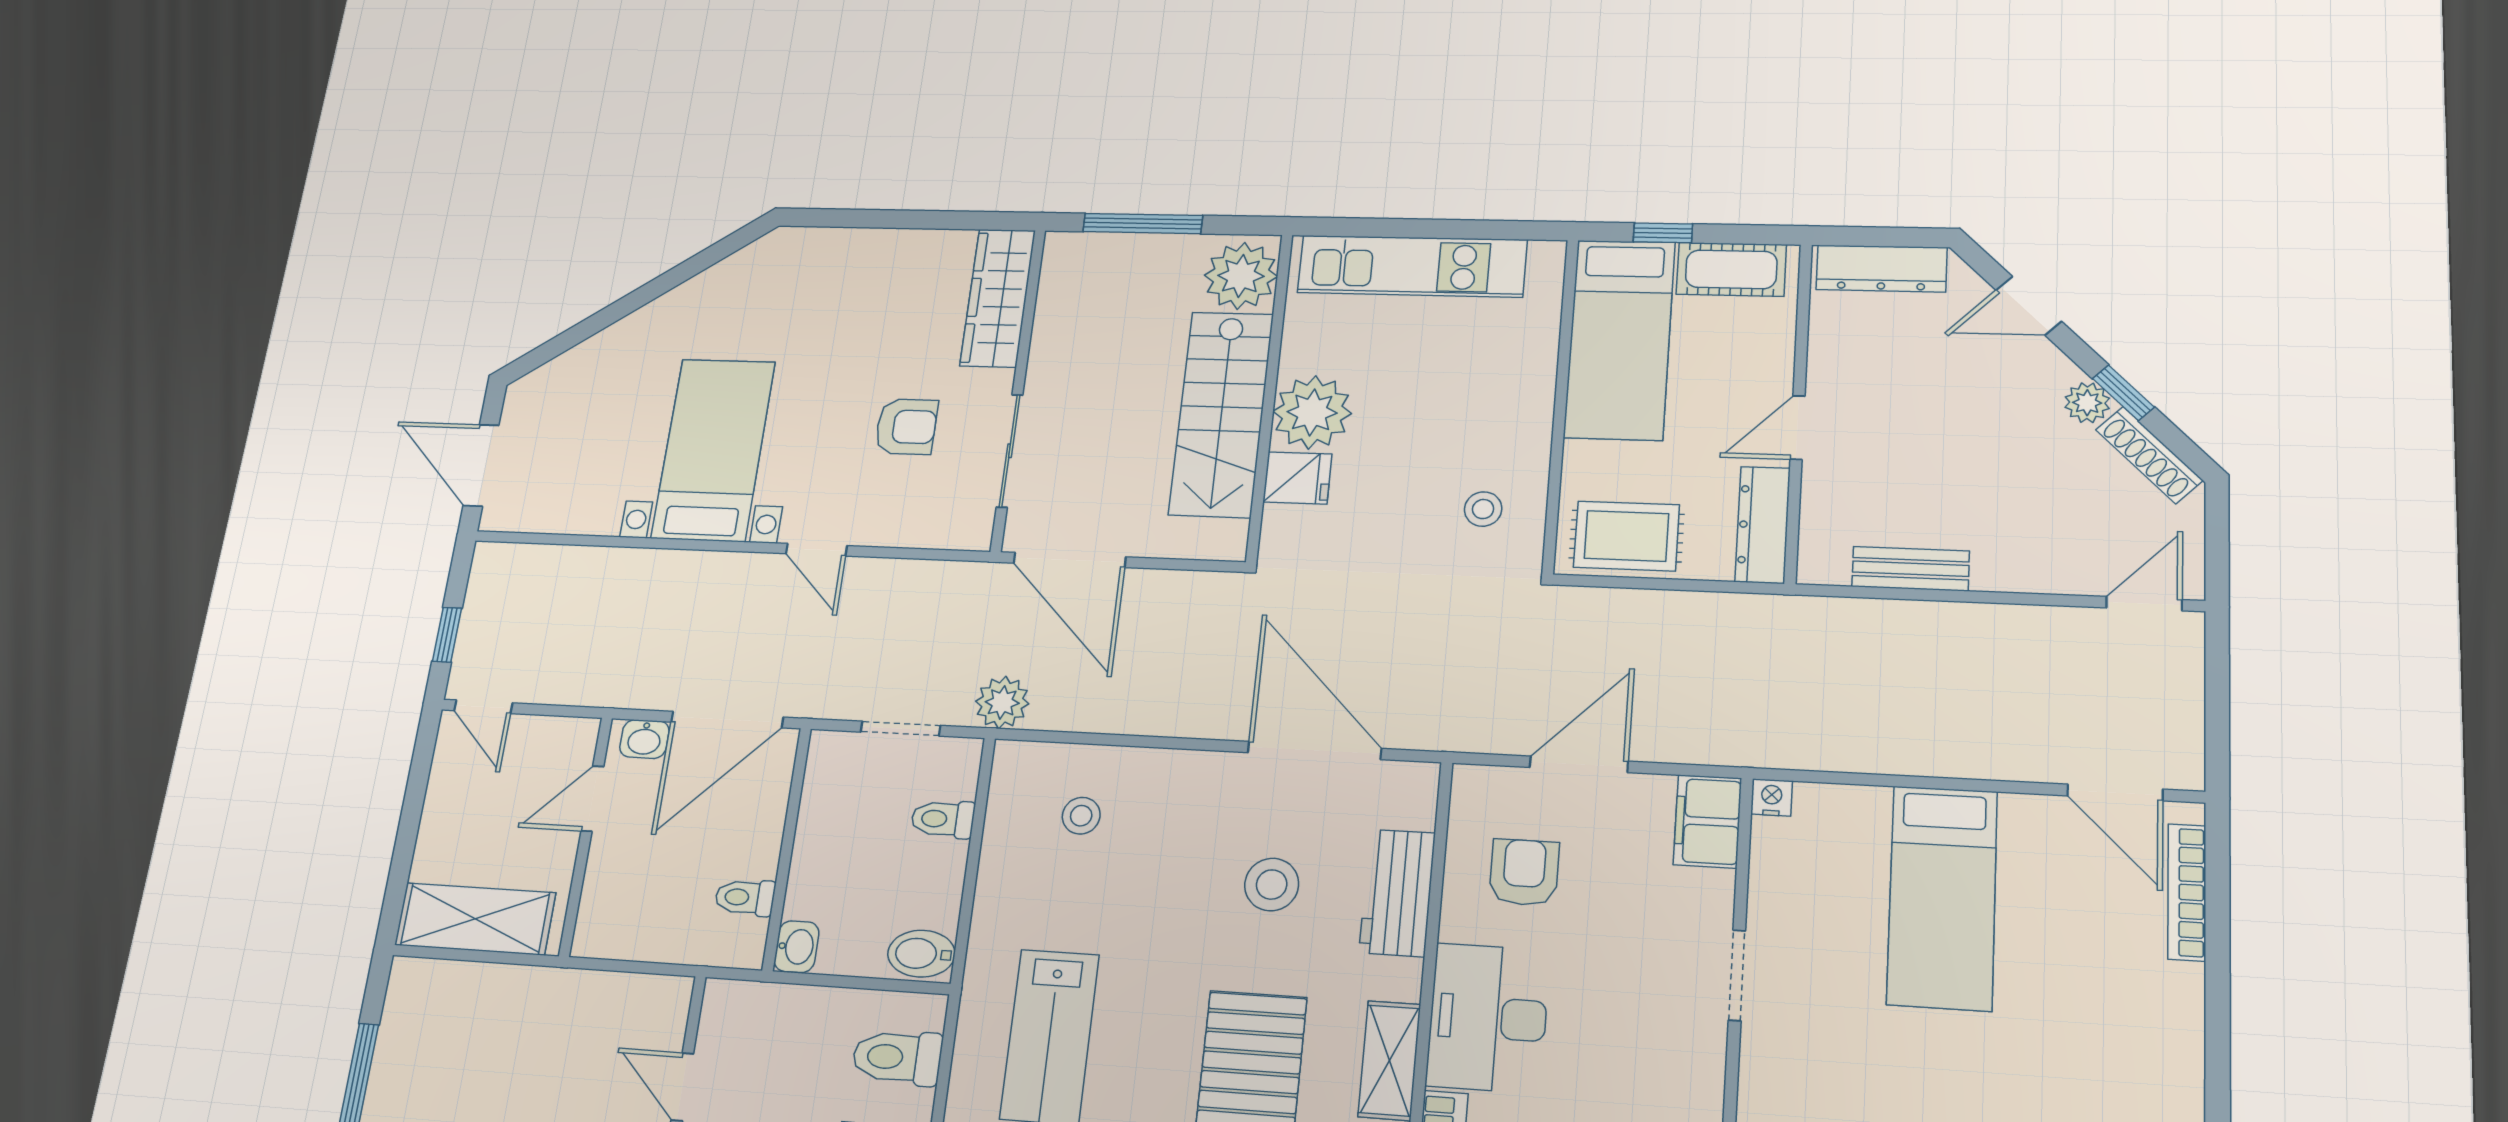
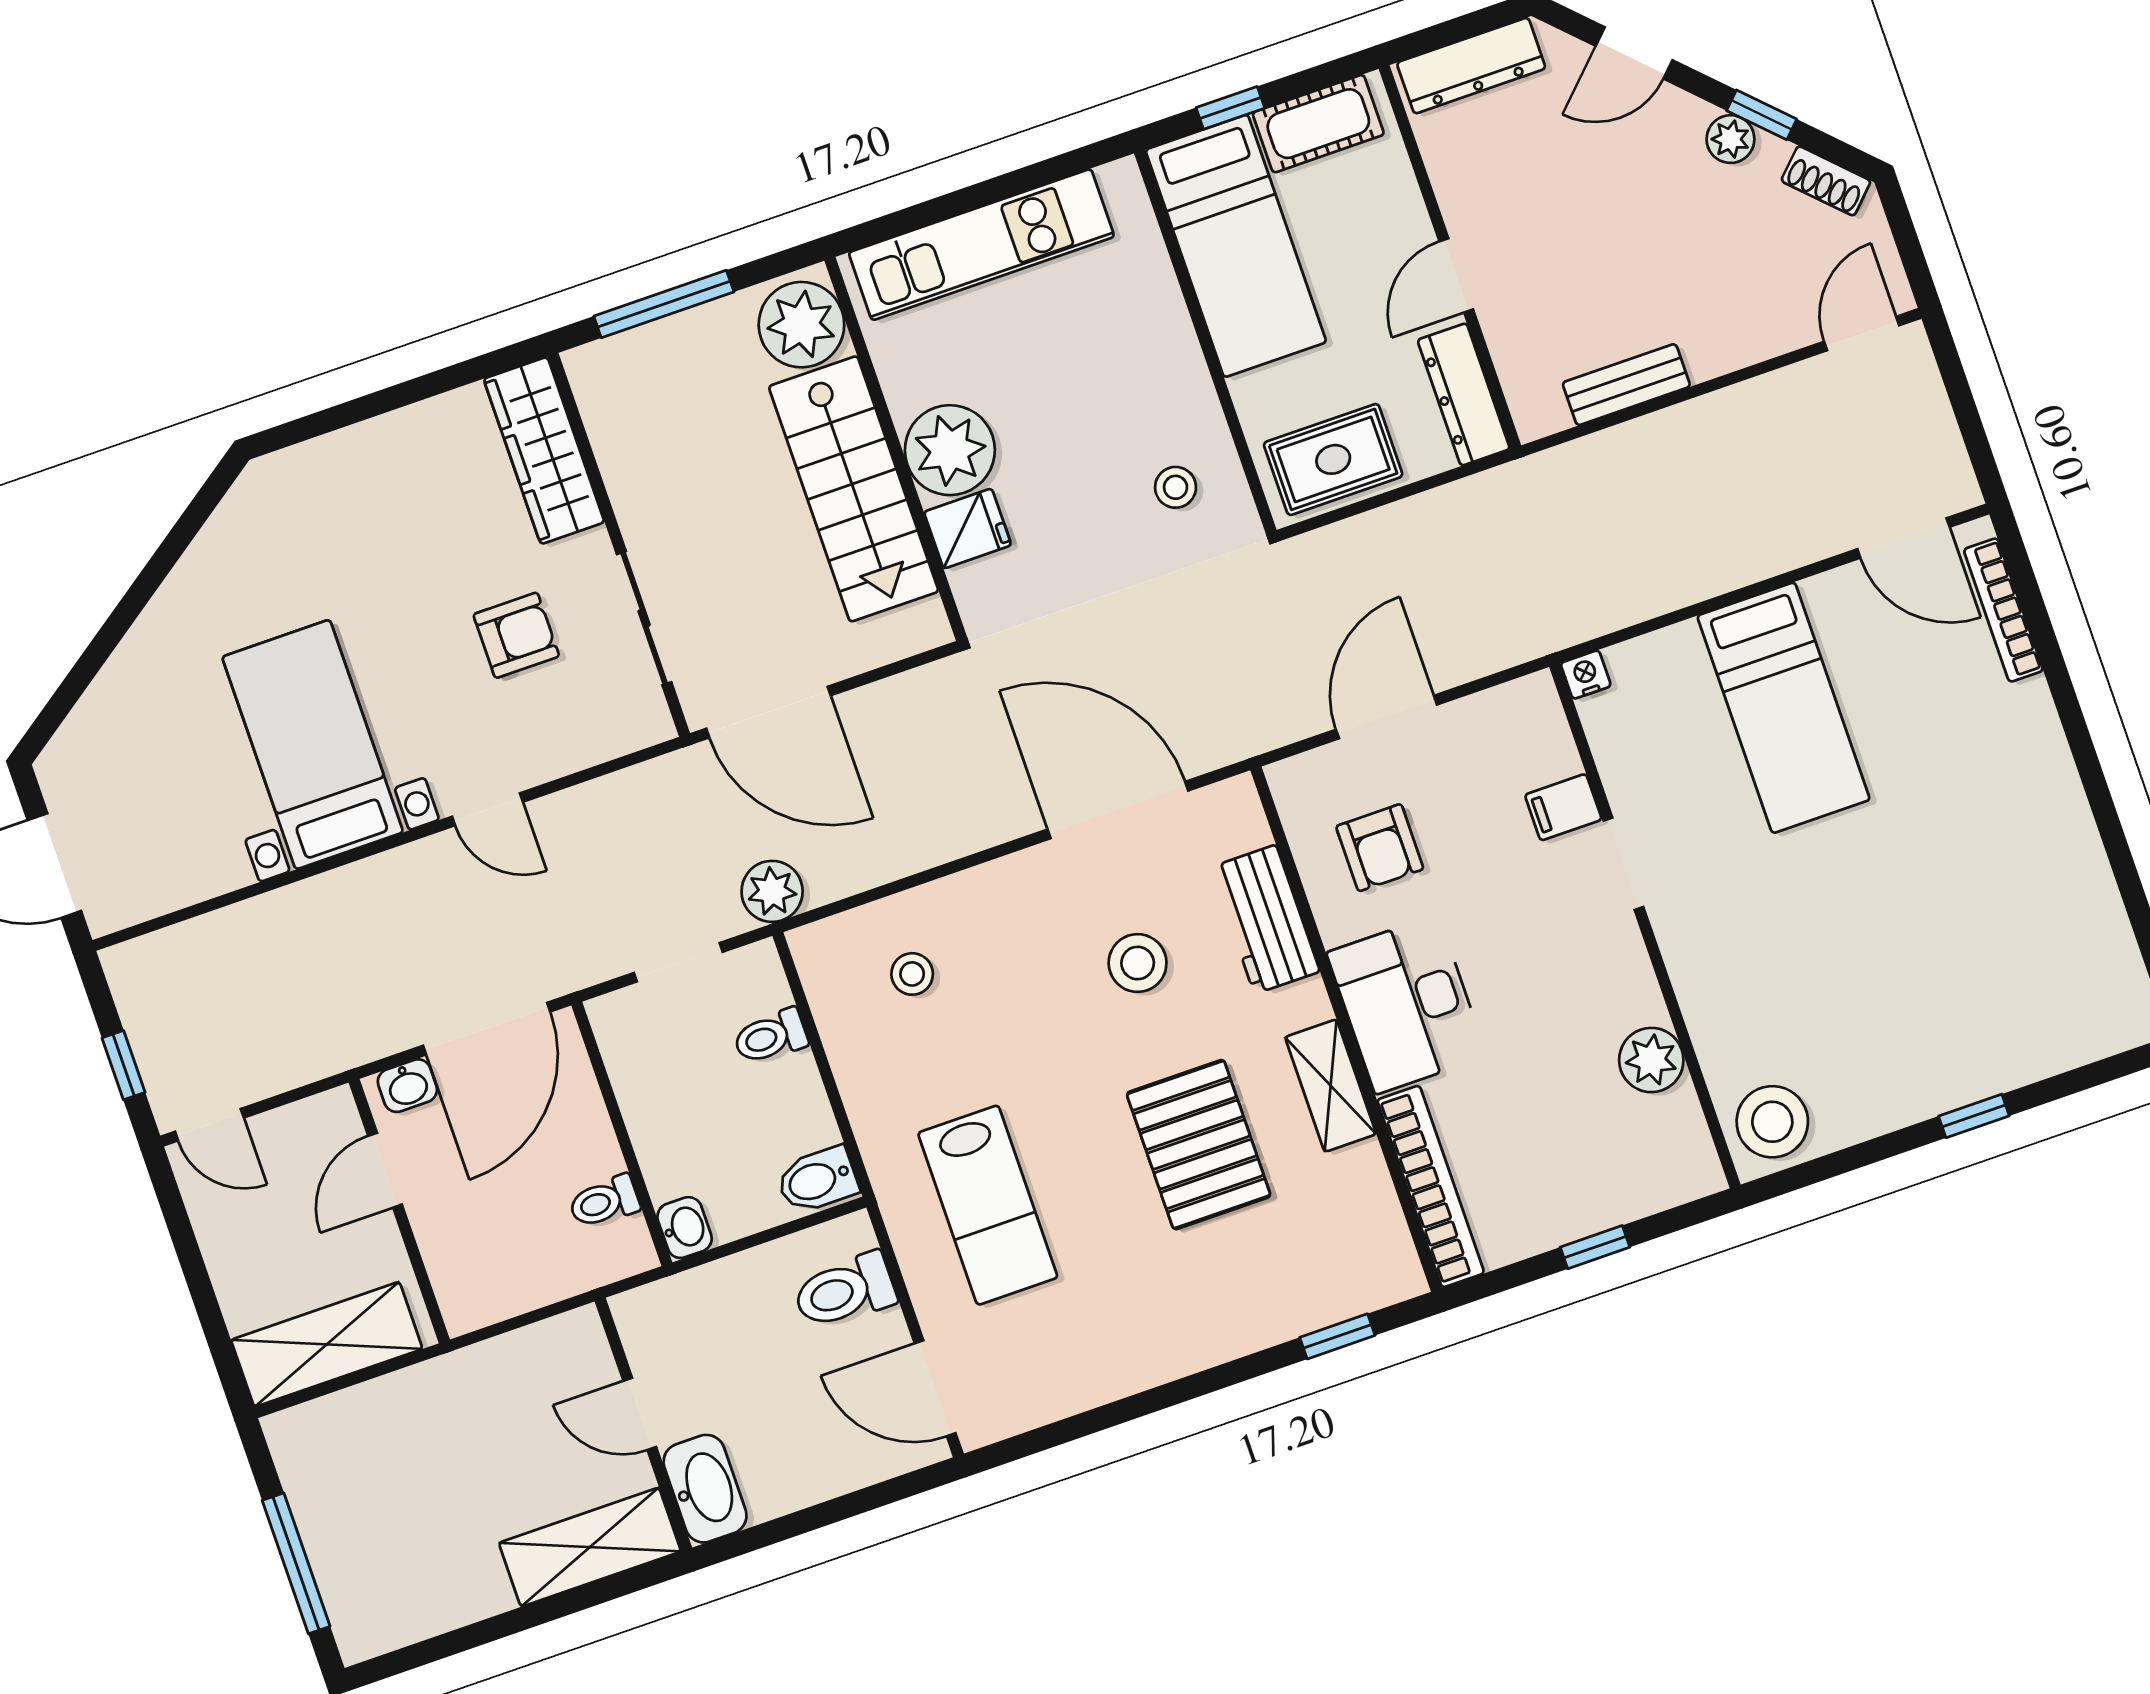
shoe rack: (2149, 455) -> (1826, 181), width x0.70
filing cabinet: (1707, 821) -> (1563, 807), moved, width x0.50
armchair: (1524, 872) -> (1380, 848), turned 180

